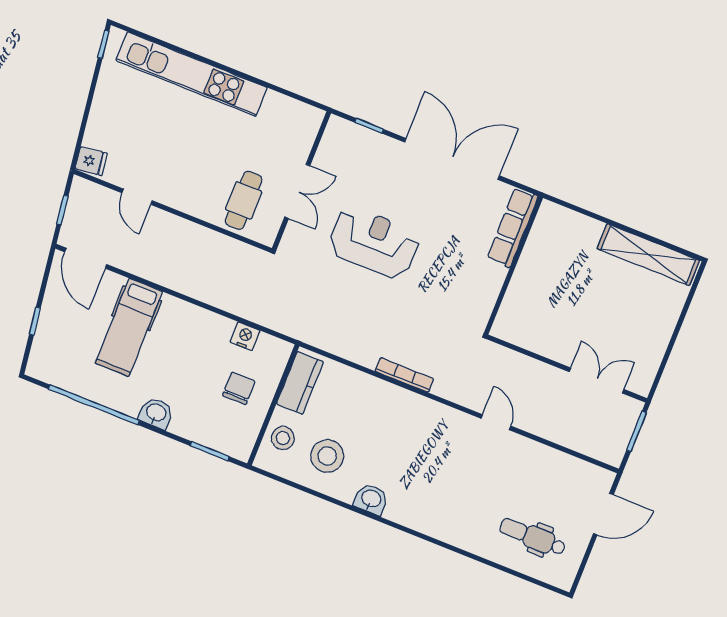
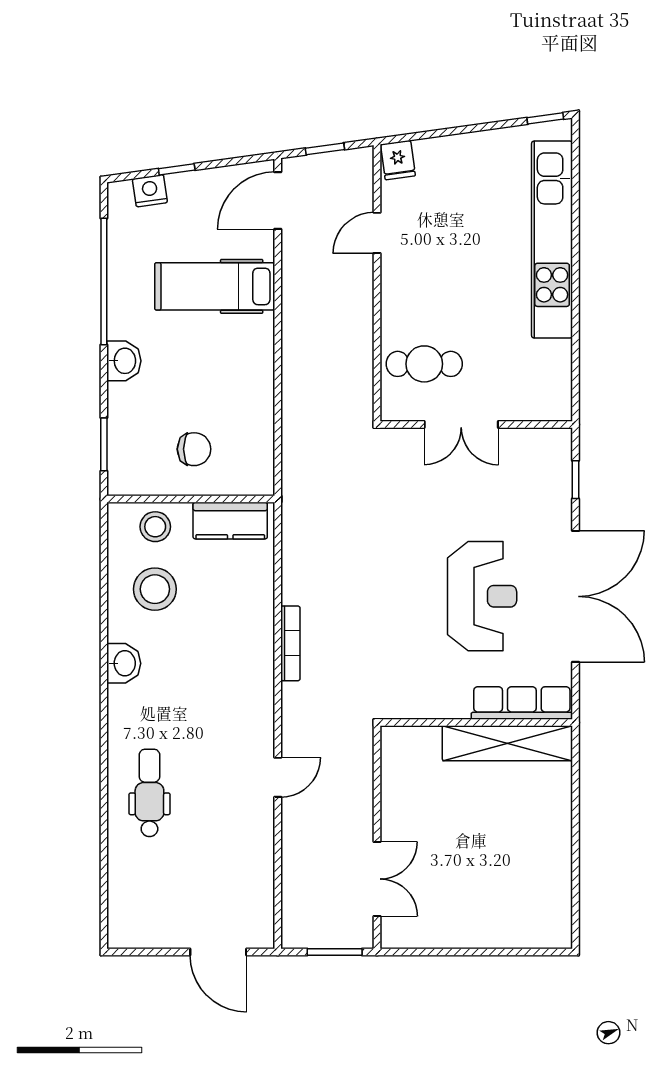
reception desk: (374, 242) -> (482, 596), moved
shelving: (648, 255) -> (507, 743), moved, turned 90
nightstand: (245, 336) -> (150, 191), moved, turned -98
dental chair: (533, 537) -> (149, 793), moved

